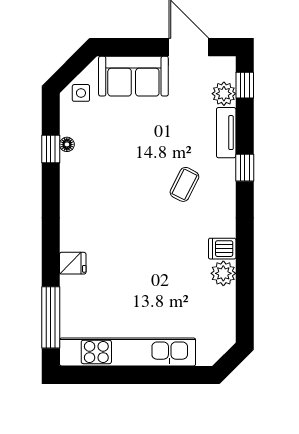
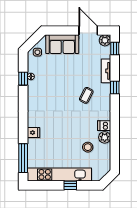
plant: (224, 94) -> (105, 40), moved
stool: (188, 294) -> (88, 147), added
window: (151, 375) -> (70, 185), added

